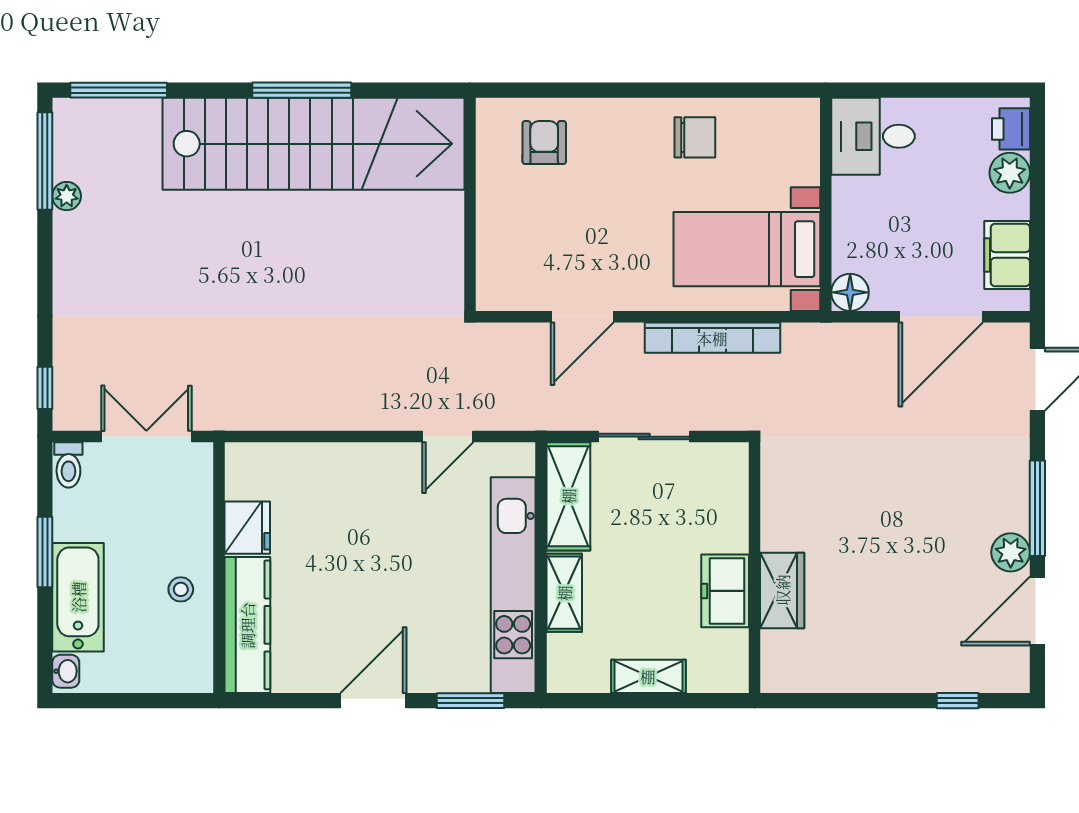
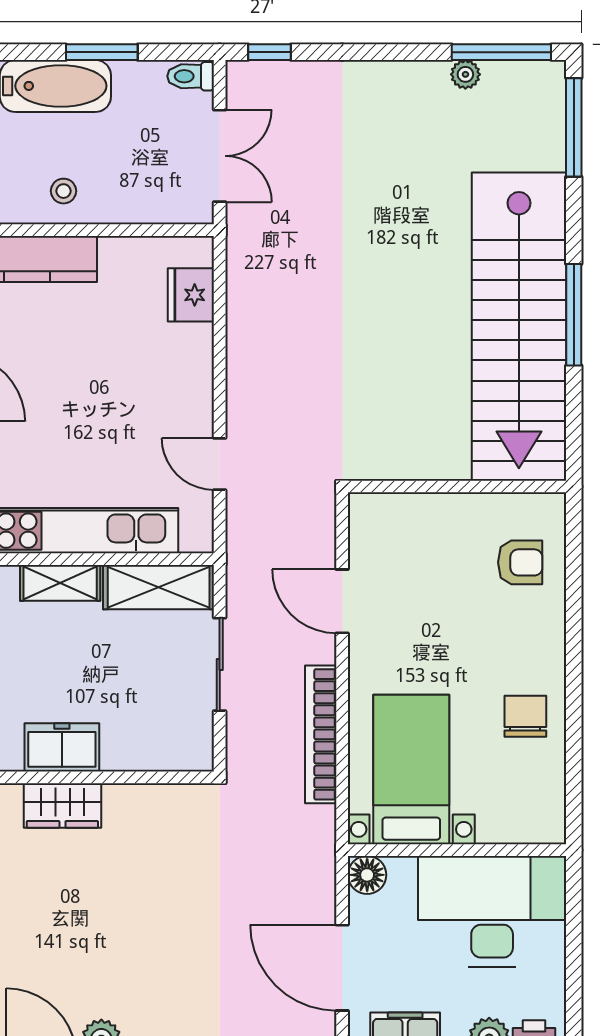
desk: (873, 136) -> (492, 911), width x1.87, depth x1.30
chair: (695, 137) -> (525, 716), turned 180
fridge: (247, 528) -> (191, 295), moved, turned 90

